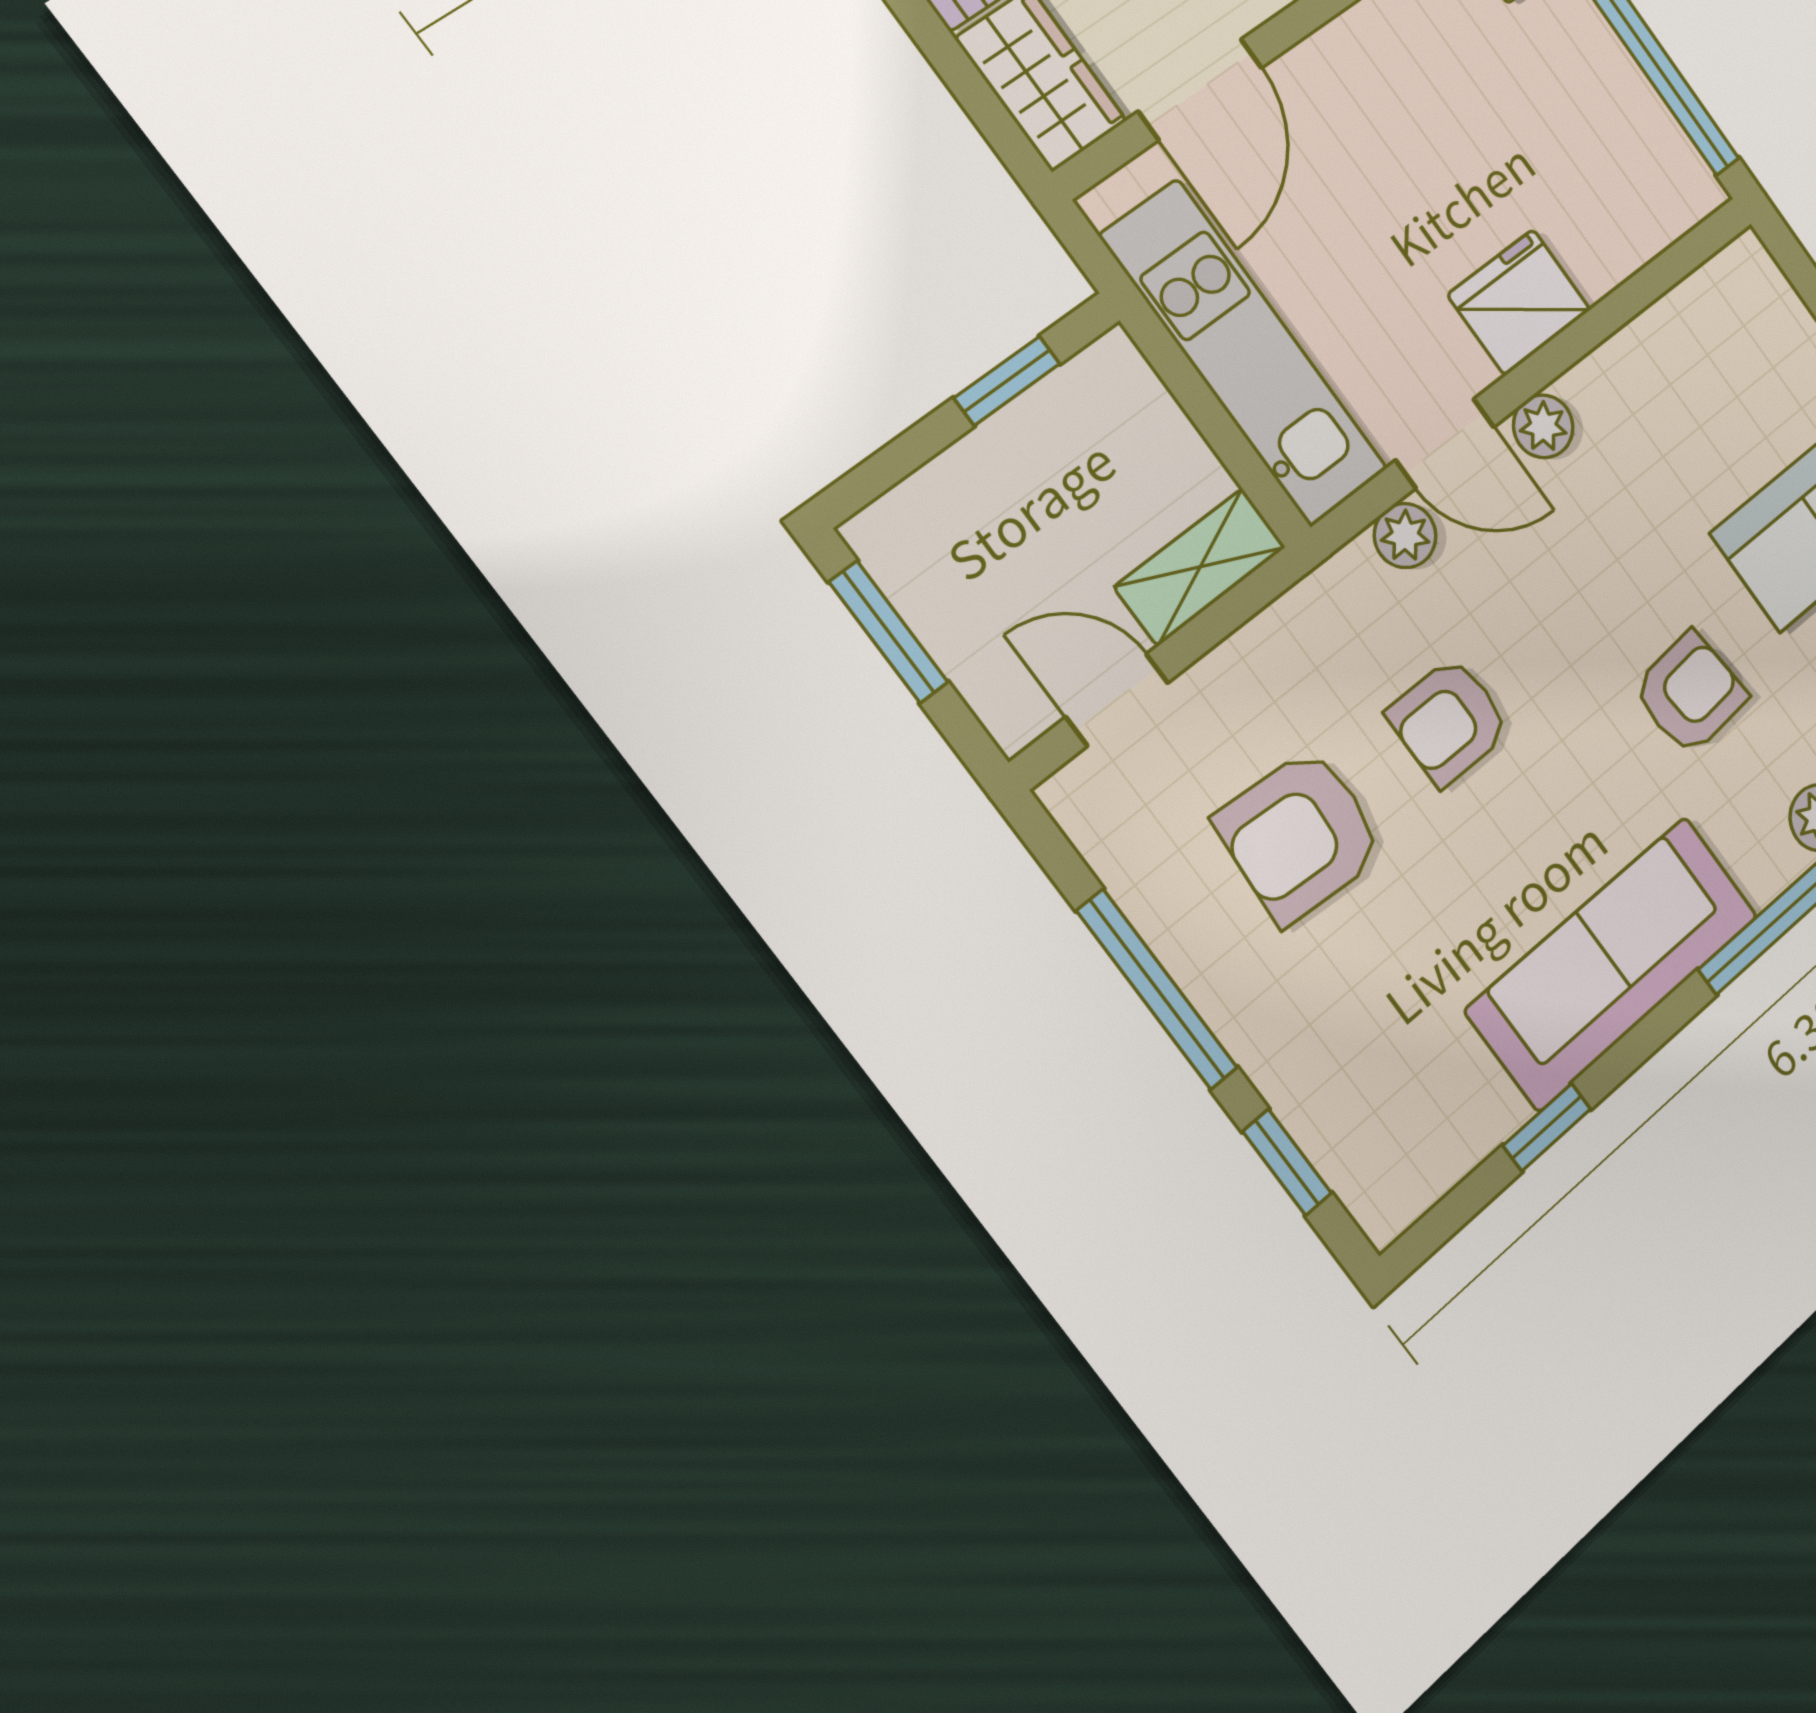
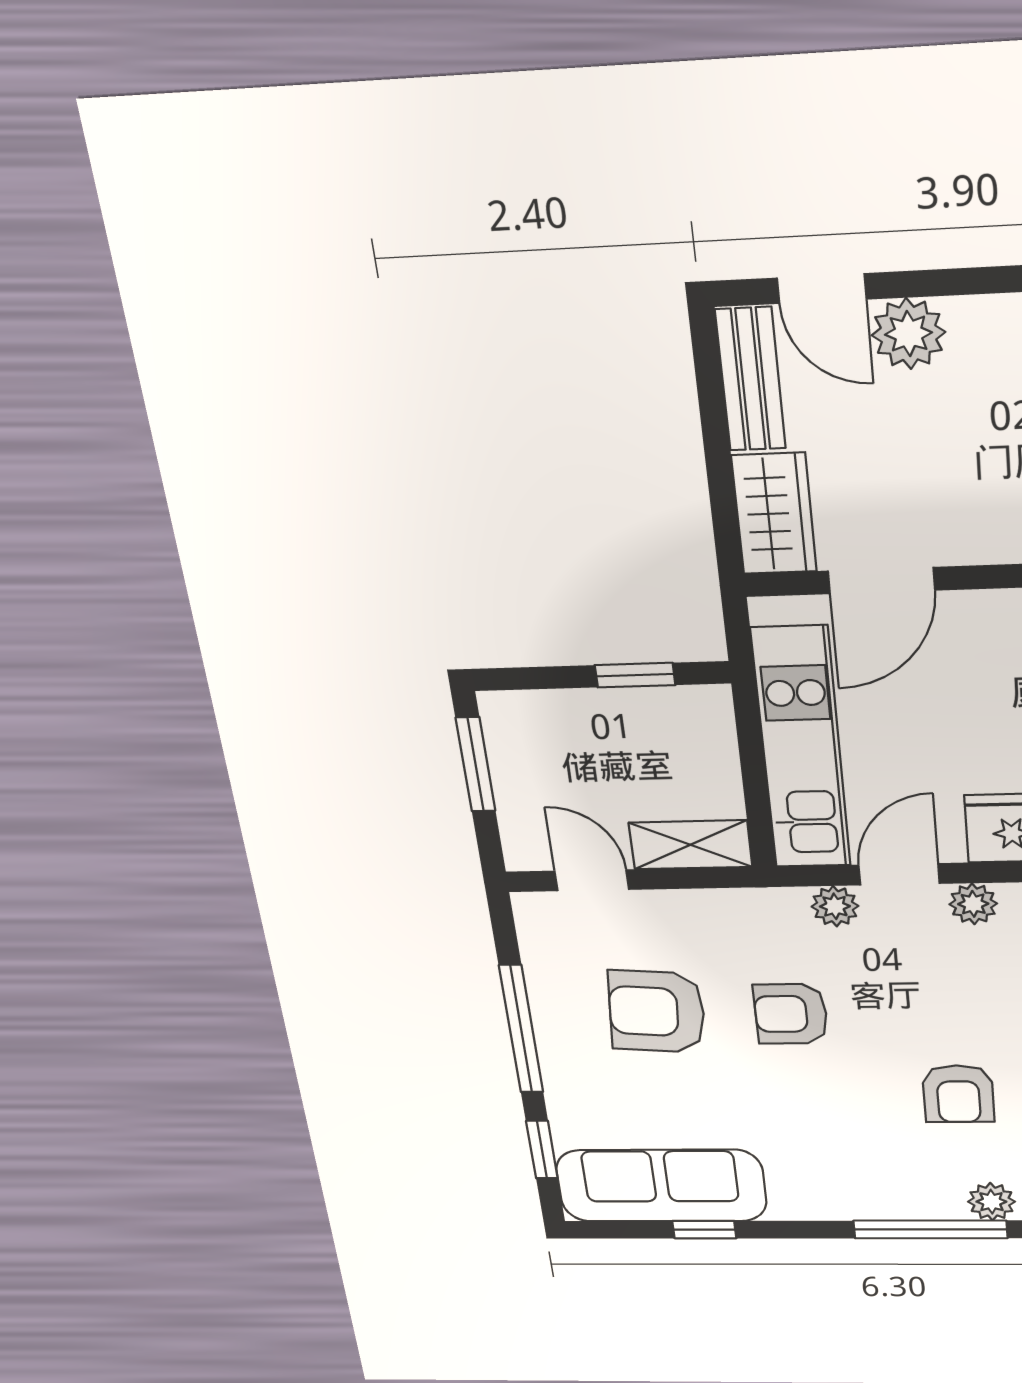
door: (1445, 443) -> (899, 874), swing flipped
armchair: (1690, 693) -> (958, 1094), turned 95
sofa: (1613, 963) -> (661, 1186), moved

